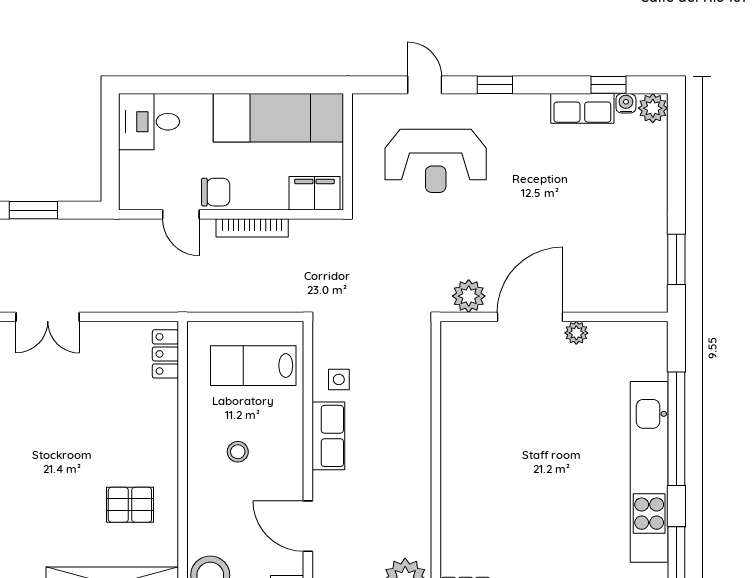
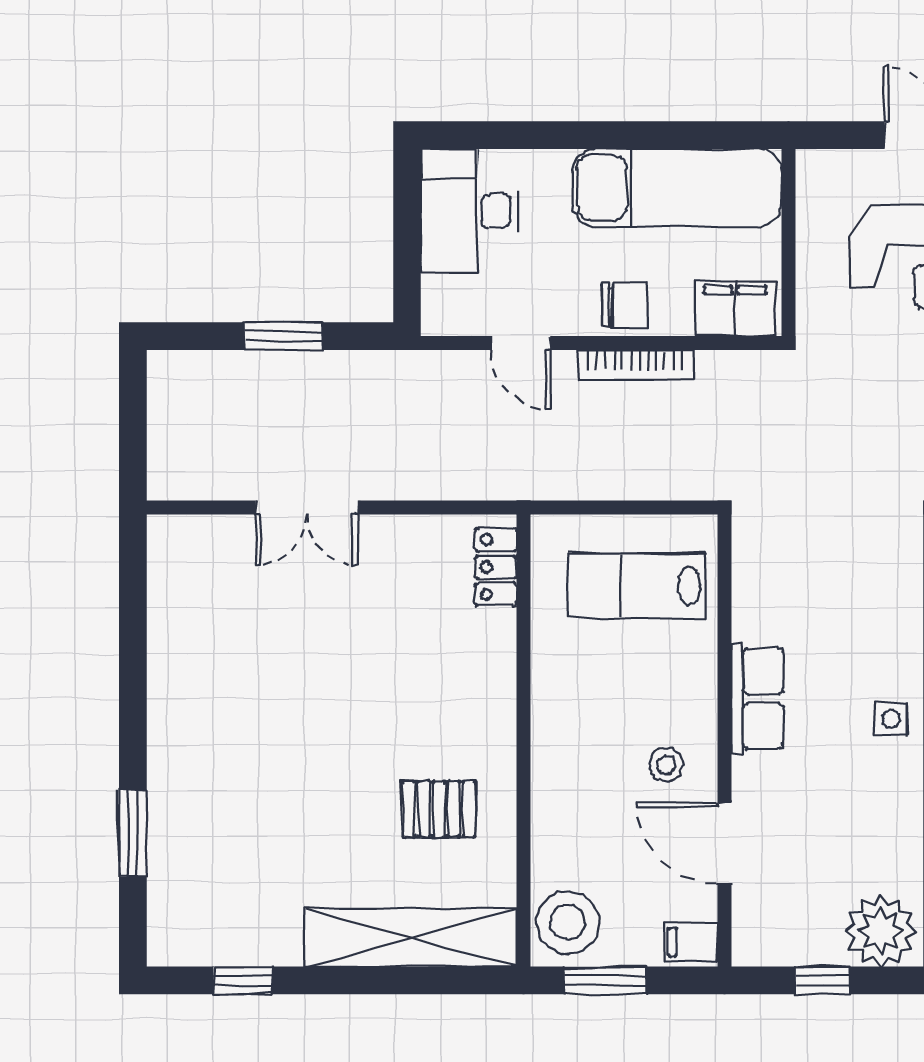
desk: (149, 122) -> (469, 211), width x1.37
chair: (216, 192) -> (624, 305), moved
side table: (339, 379) -> (891, 719), moved
stool: (238, 452) -> (666, 765), moved

